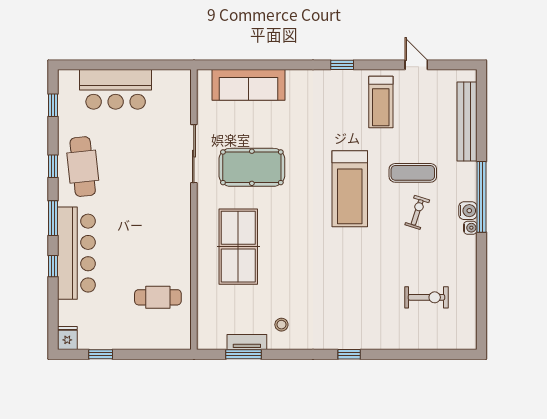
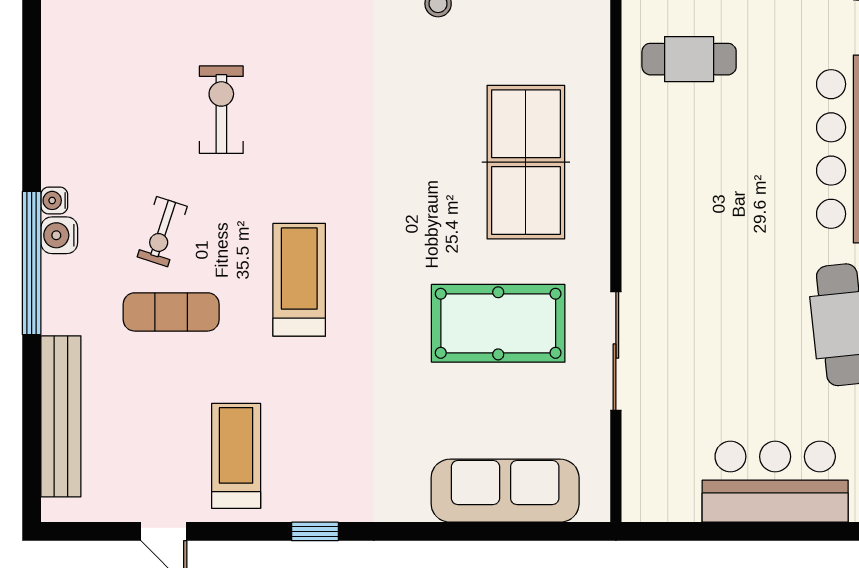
treadmill: (350, 189) -> (299, 280), width x0.73, depth x0.73
exercise bike: (426, 297) -> (221, 110), moved, turned 90

